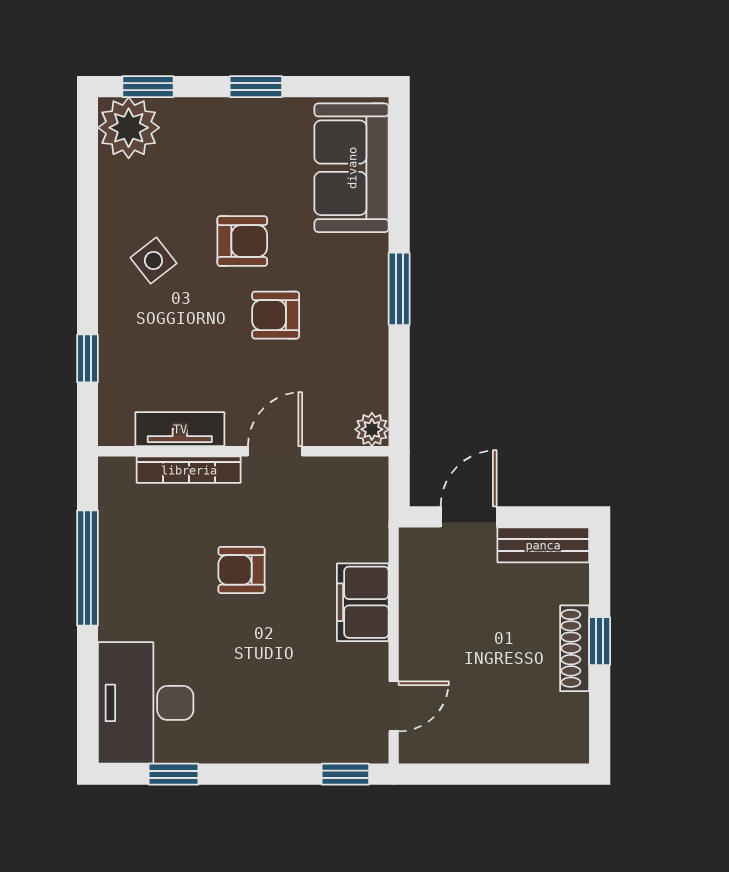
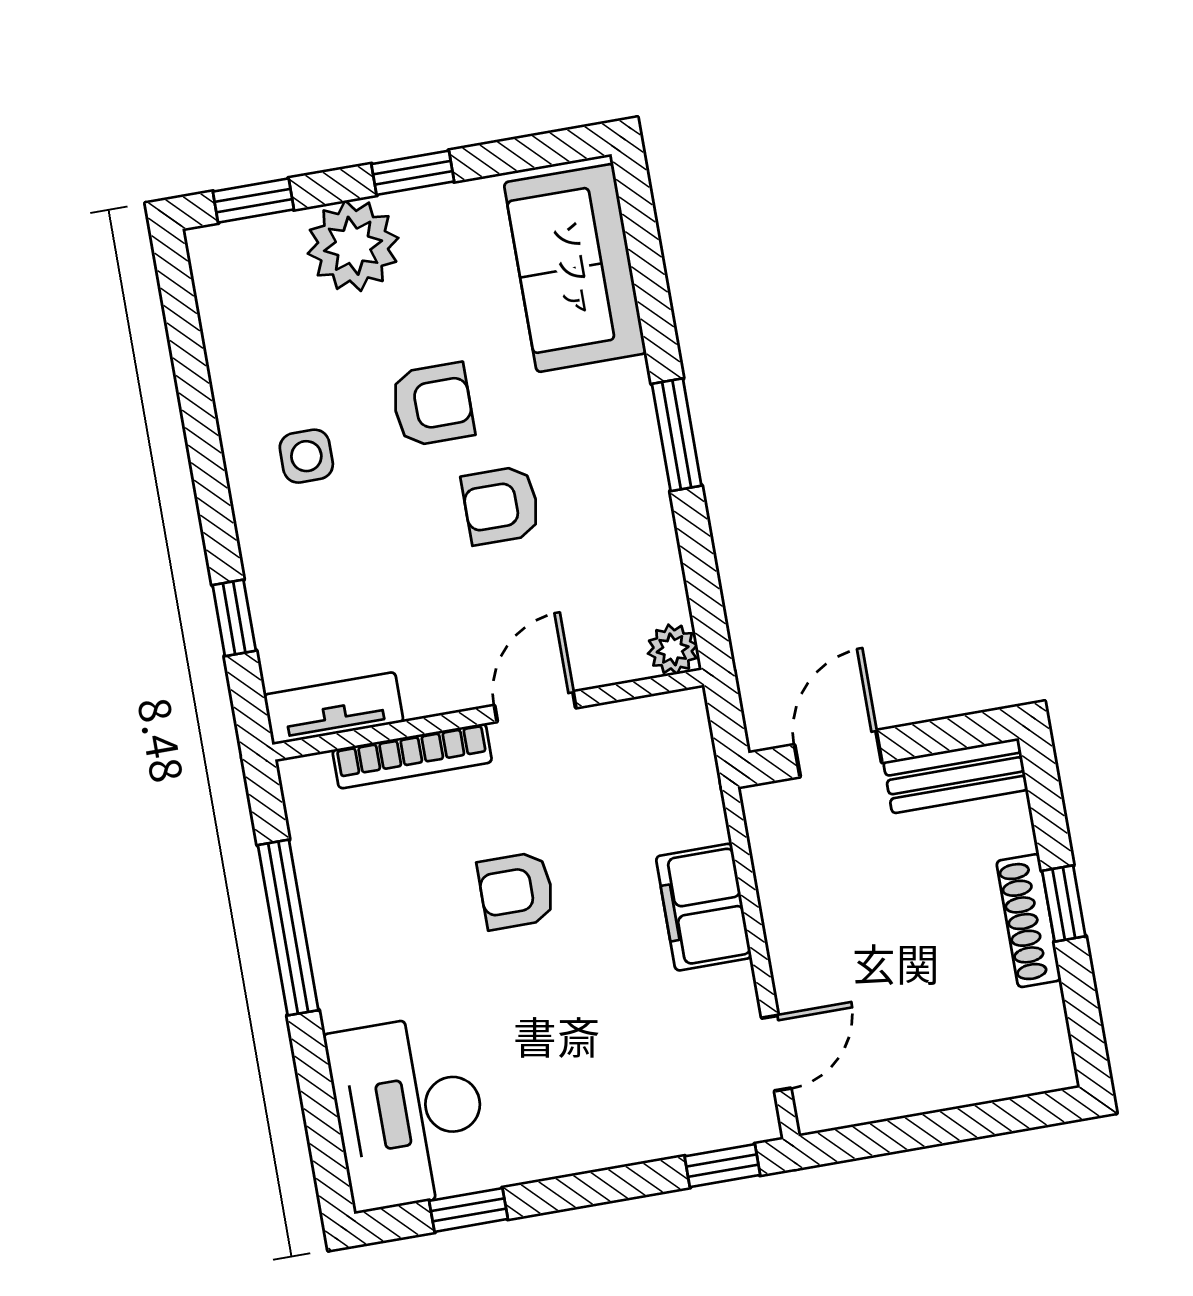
plant: (129, 128) -> (353, 246), moved
side table: (153, 260) -> (306, 456), turned 38
tv unit: (180, 429) -> (334, 708), moved

